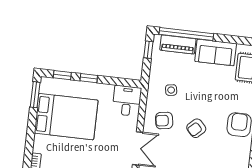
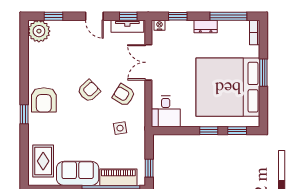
window: (35, 95) -> (263, 73), moved
bed: (66, 117) -> (228, 87), width x1.36
armchair: (164, 121) -> (124, 95), turned -139

